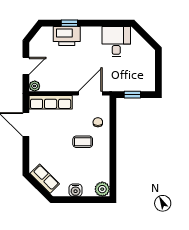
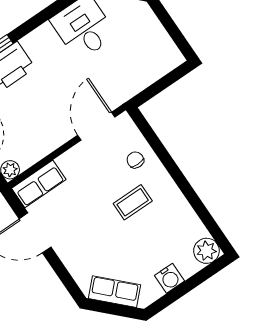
window: (132, 95) -> (158, 87), removed
row of seats: (51, 102) -> (39, 184), width x0.68

